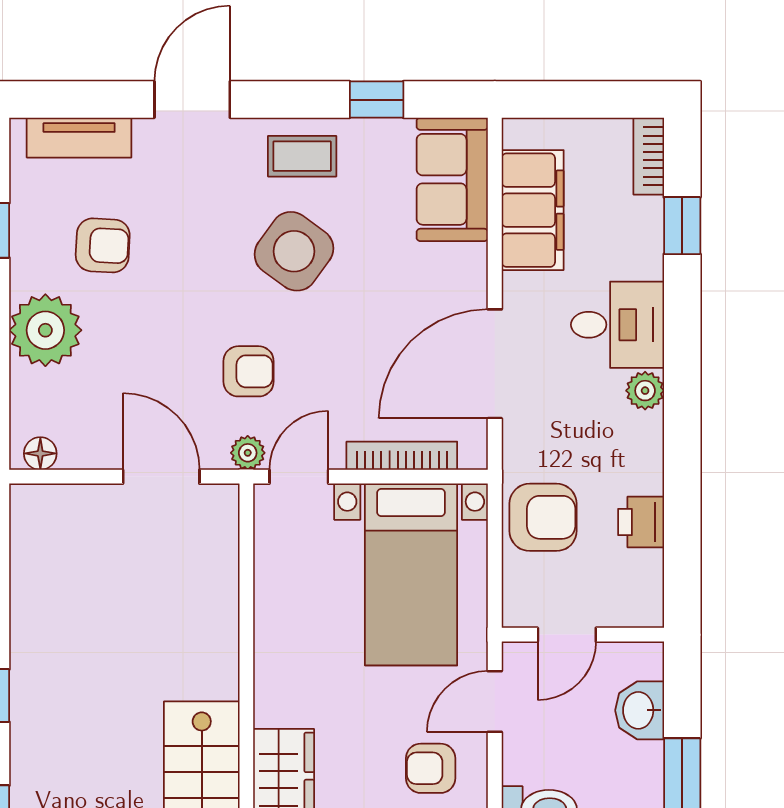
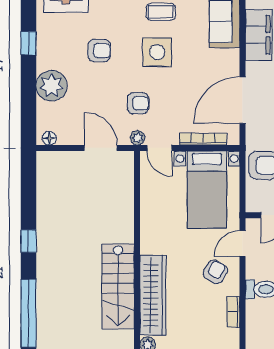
armchair: (103, 245) -> (99, 50), moved
side table: (294, 251) -> (157, 52), turned -36
door: (299, 477) -> (159, 148), swing flipped
armchair: (431, 768) -> (215, 272), turned 121

